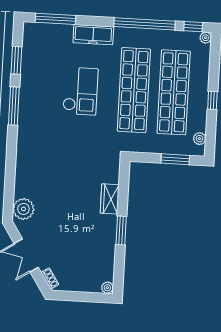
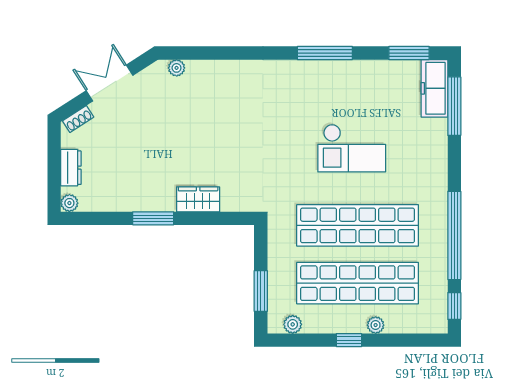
freezer: (93, 35) -> (434, 88), moved
plant: (206, 38) -> (376, 325), moved
window: (16, 60) -> (409, 53), moved
plant: (23, 209) -> (177, 68), width x0.53, depth x0.53
dresser: (83, 285) -> (71, 168), added

